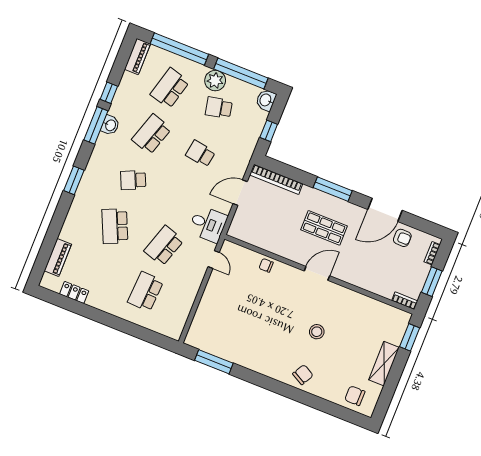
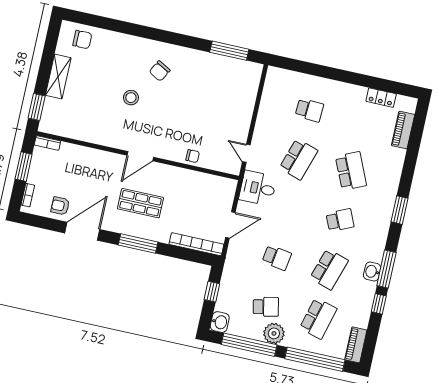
school desk: (146, 292) -> (309, 110), width x0.54
chair: (303, 375) -> (160, 71), moved

